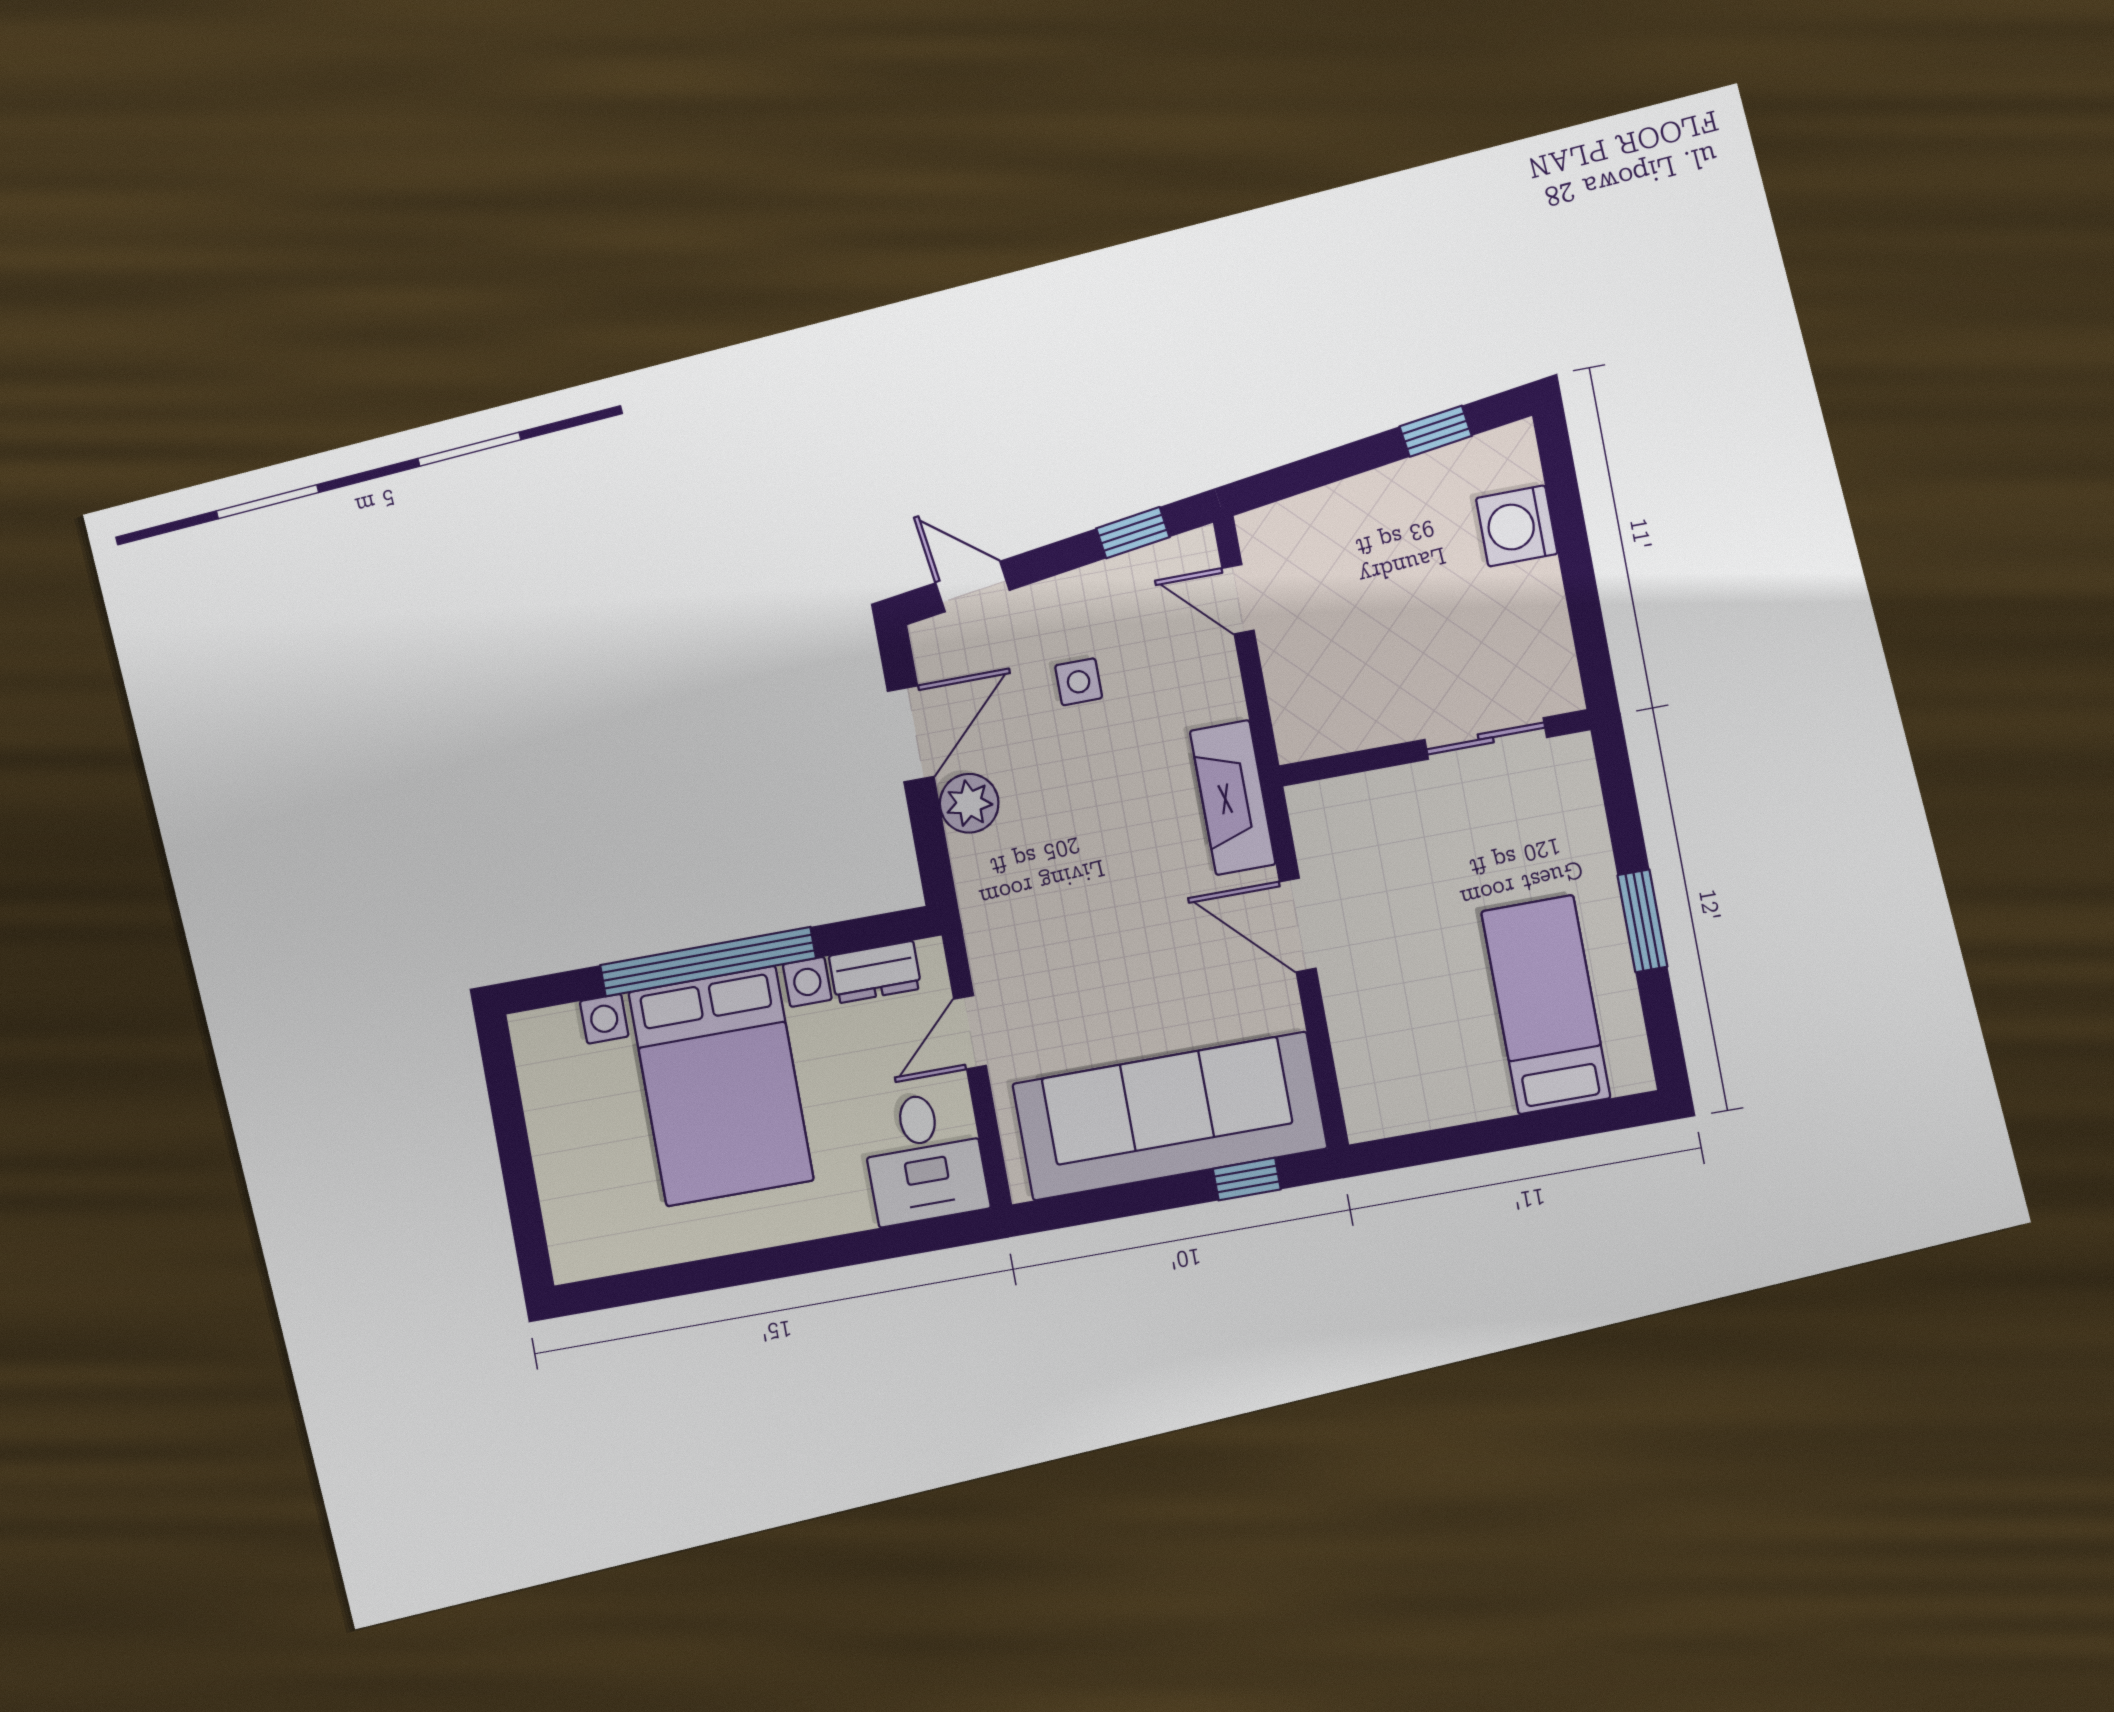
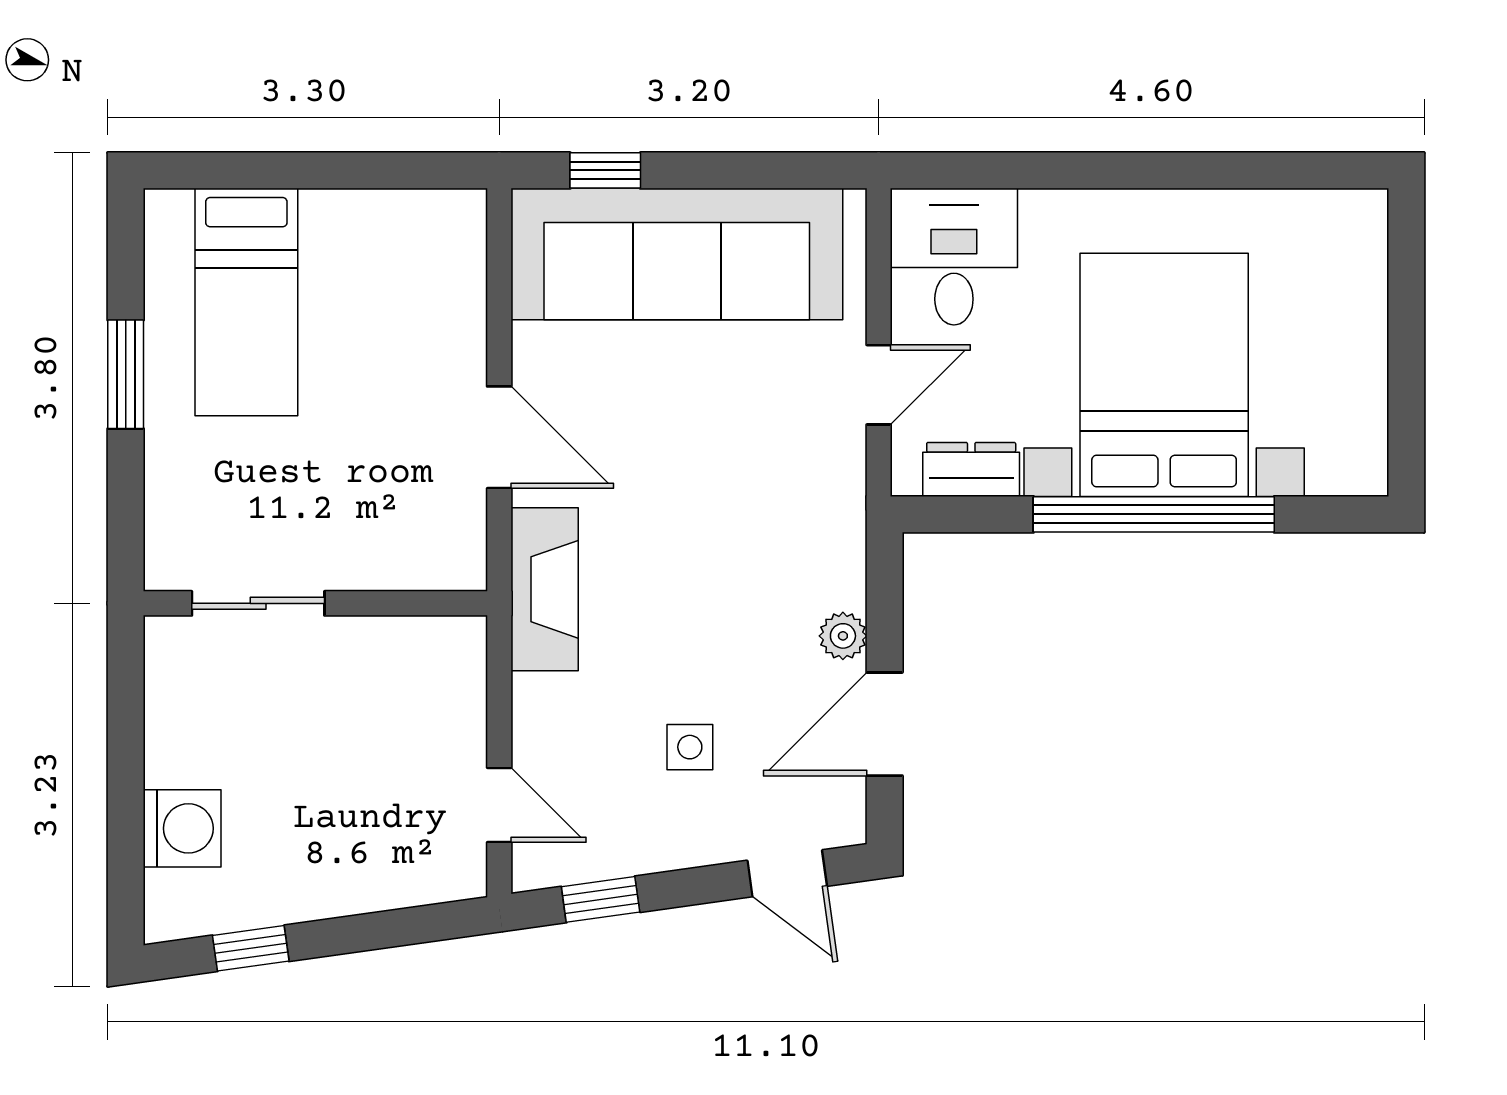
plant: (969, 803) -> (843, 636), width x0.73, depth x0.73

